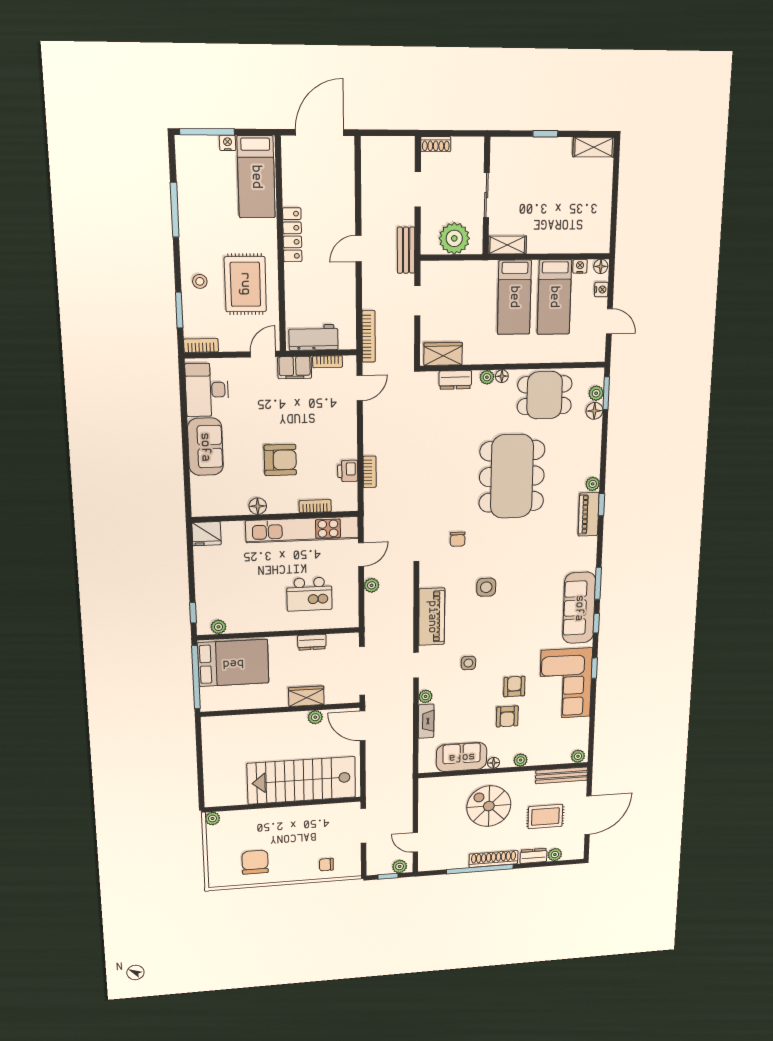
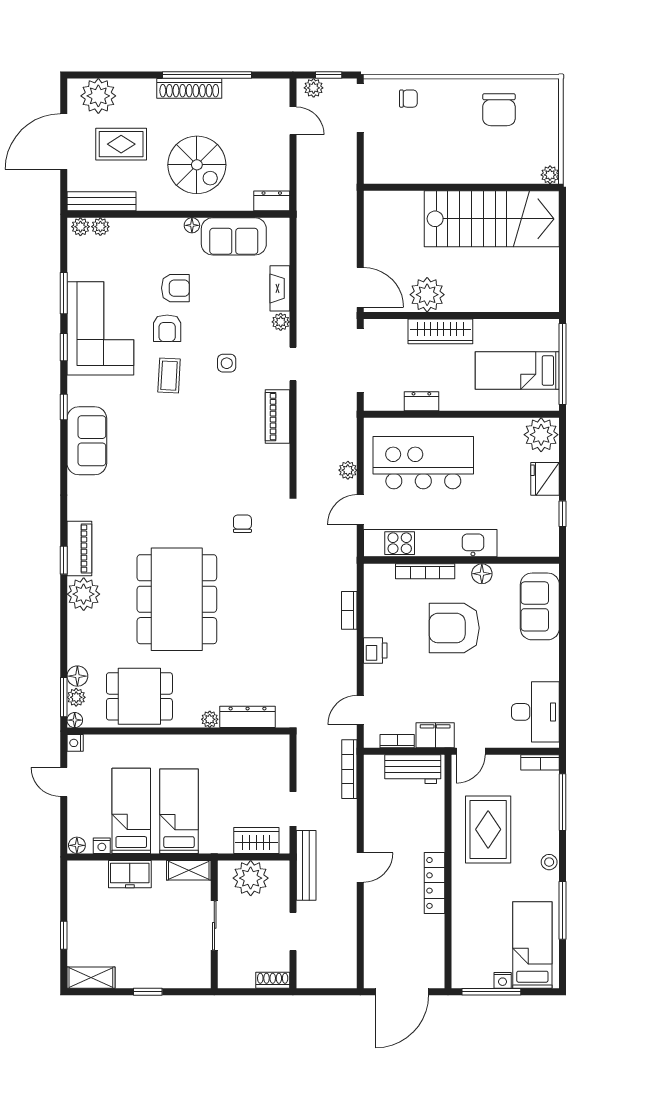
window: (207, 132) -> (491, 992), moved
bed: (256, 177) -> (532, 945), moved
window: (615, 186) -> (64, 935), added
freezer: (557, 241) -> (130, 874), added
bench: (406, 250) -> (306, 865), width x1.36
stool: (200, 281) -> (549, 862), moved
nightstand: (601, 289) -> (75, 743), moved
window: (179, 310) -> (563, 802), width x1.44
wardrobe: (443, 354) -> (256, 841), moved, turned 180
floor lamp: (502, 376) -> (75, 720), moved
dresser: (455, 380) -> (248, 717), width x1.44
sofa: (205, 447) -> (540, 606), moved
armchair: (280, 460) -> (454, 628), width x1.36, depth x1.36
printer: (348, 471) -> (375, 651), moved
plant: (593, 484) -> (84, 594), width x1.87, depth x1.87
bookcase: (315, 506) -> (425, 571), width x1.56
fridge: (206, 534) -> (545, 479), moved, turned -90
window: (598, 583) -> (64, 293), moved
side table: (486, 587) -> (206, 461), removed
kitchen island: (309, 594) -> (423, 463), width x1.87, depth x1.28
sofa: (579, 608) -> (87, 441), width x0.73
window: (193, 613) -> (563, 514), moved
piano: (432, 617) -> (278, 417), width x0.73, depth x0.75
plant: (218, 627) -> (541, 435), width x1.87, depth x1.87
coffee table: (514, 651) -> (169, 376), added
bed: (233, 663) -> (517, 371), width x0.67
wardrobe: (306, 696) -> (440, 331), width x1.50
armchair: (507, 716) -> (175, 288), turned 90
plant: (315, 717) -> (427, 295), width x1.87, depth x1.87
plant: (521, 760) -> (100, 227), moved
stairs: (302, 780) -> (492, 219), moved
doorway: (363, 826) -> (360, 108), moved
plant: (555, 855) -> (98, 96), width x1.88, depth x1.88
dresser: (533, 856) -> (272, 201), moved, turned 180

